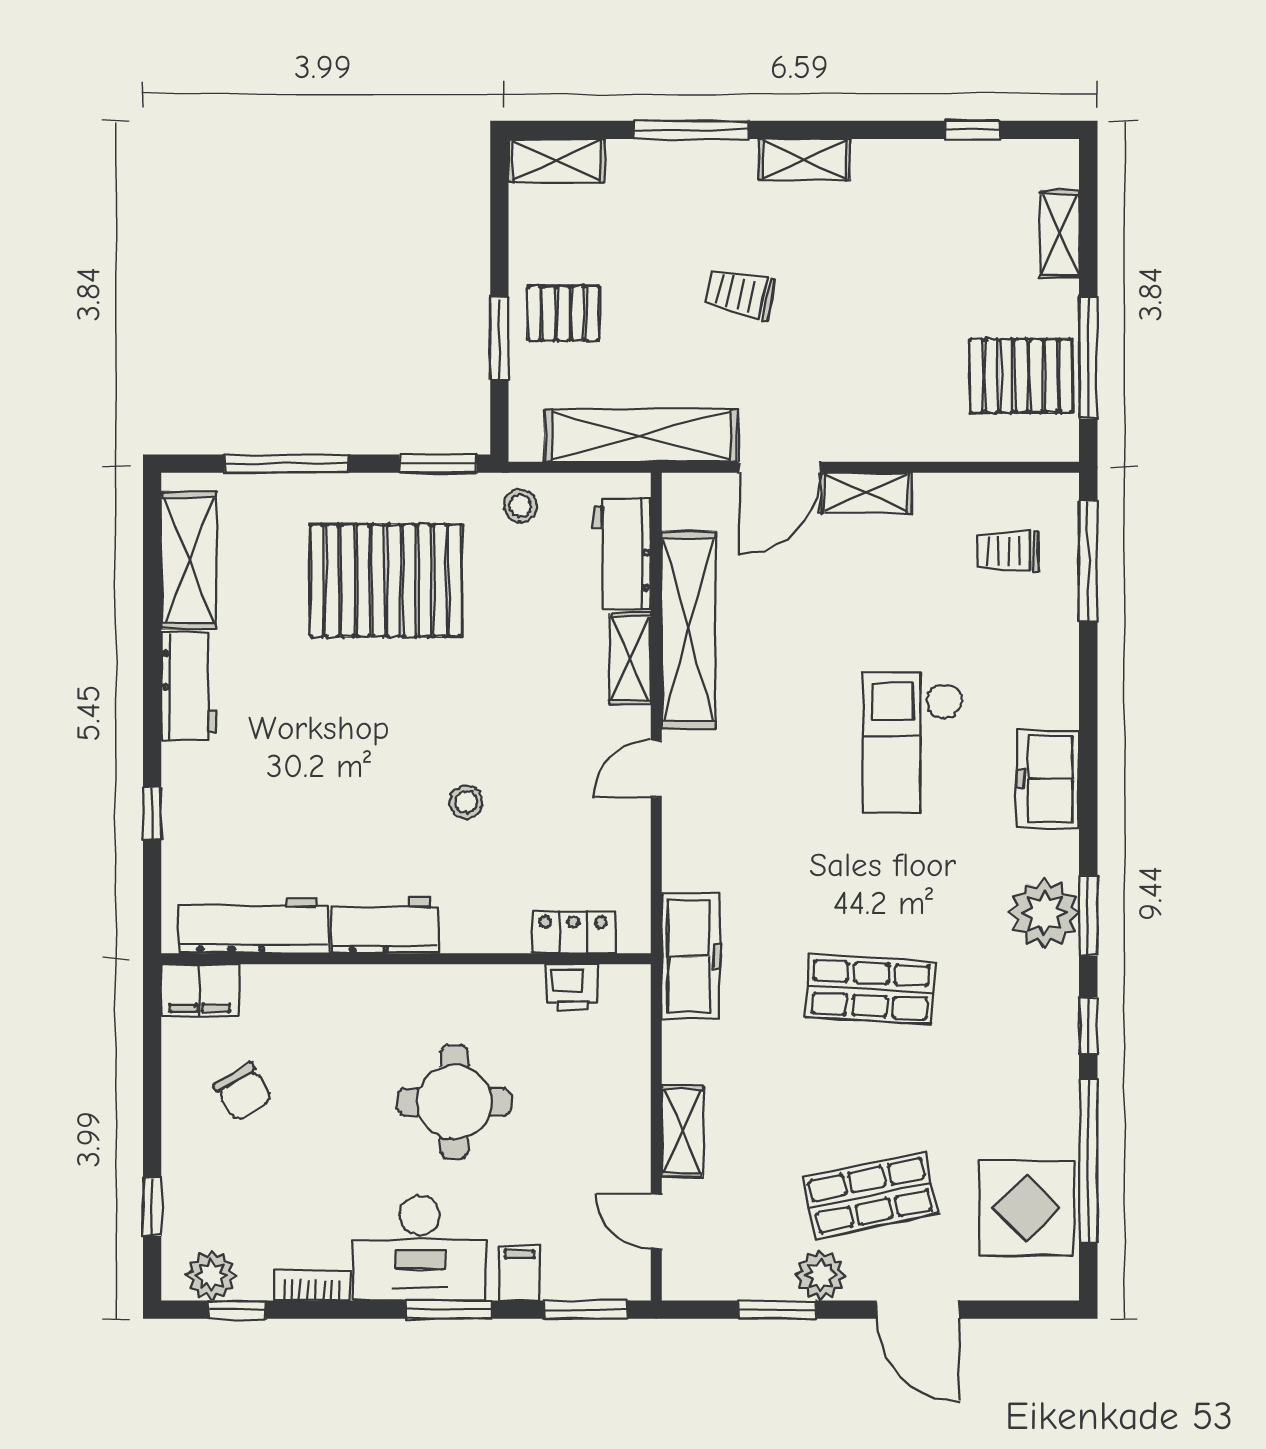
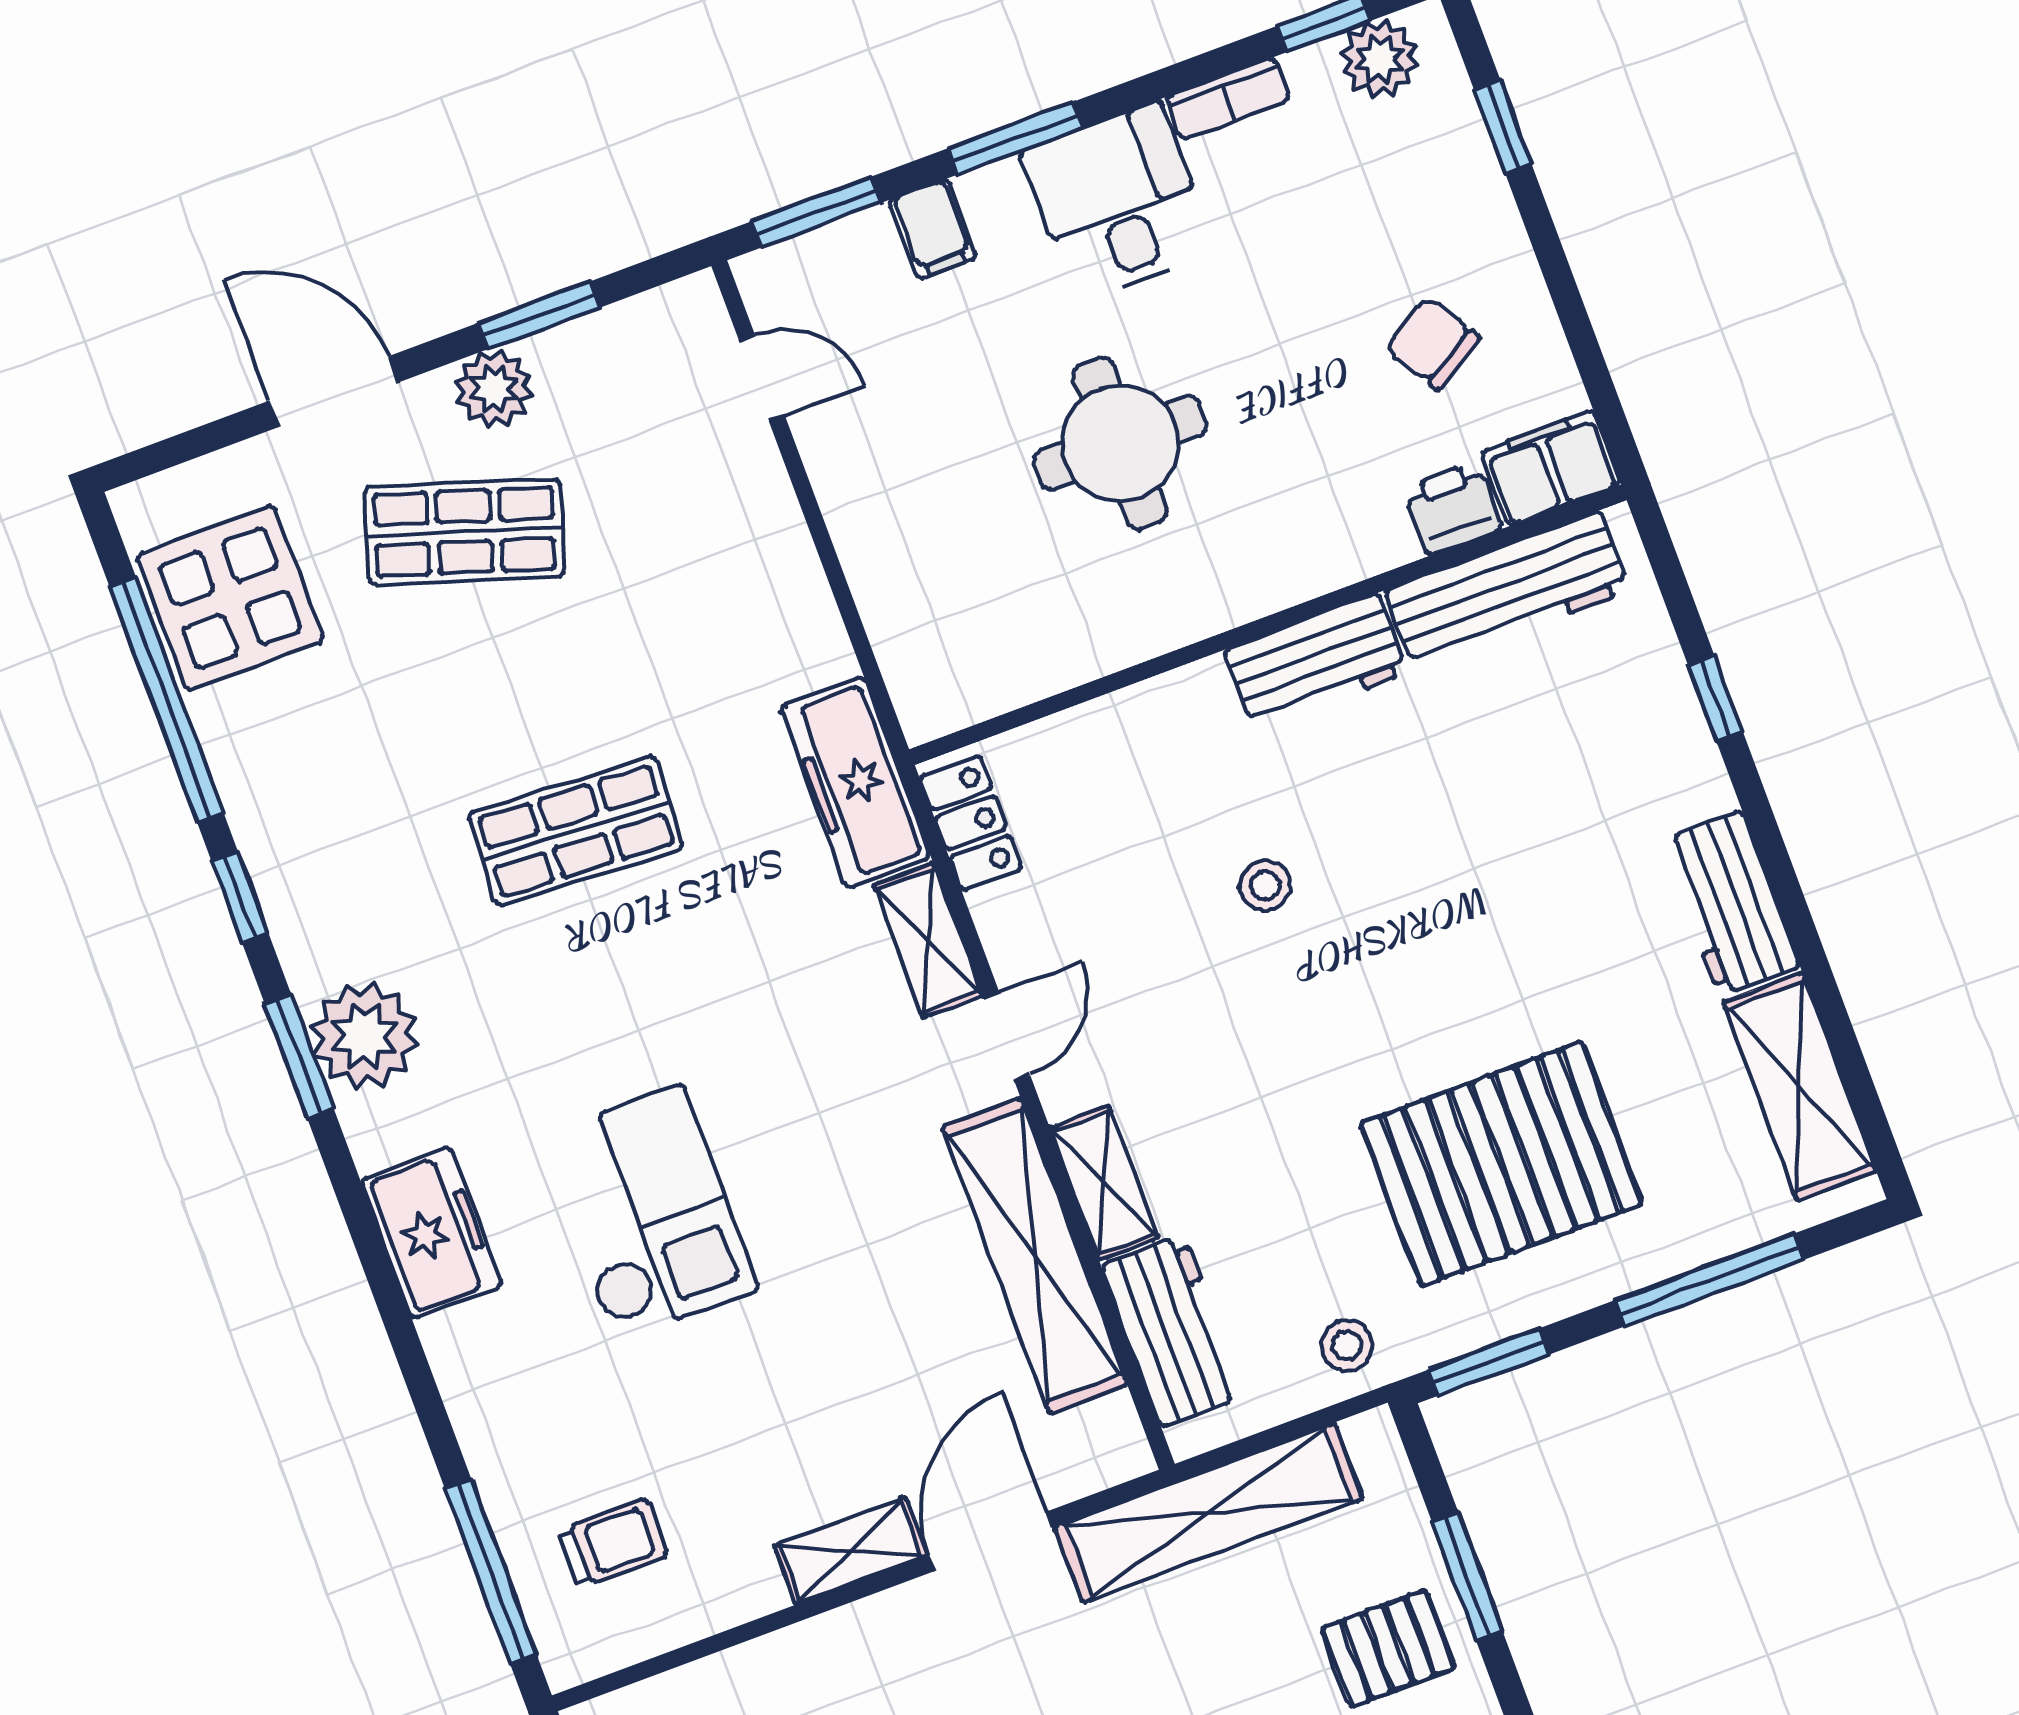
locker: (573, 932) -> (971, 823), moved, turned -90
printer: (573, 988) -> (1452, 508), moved
shelving: (682, 1131) -> (928, 941), moved
shop shelf: (870, 1196) -> (465, 532), turned 30
desk: (420, 1248) -> (1118, 202), width x0.73

